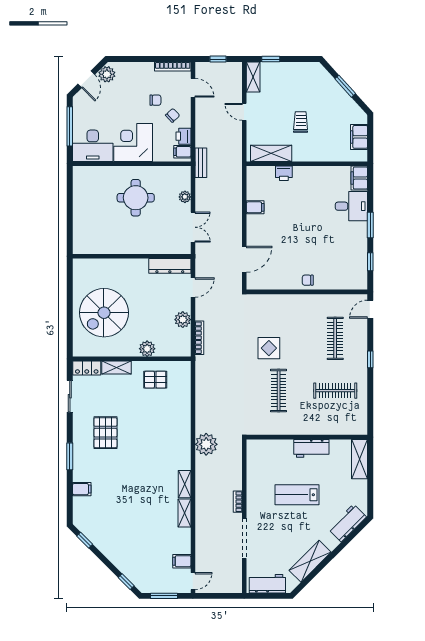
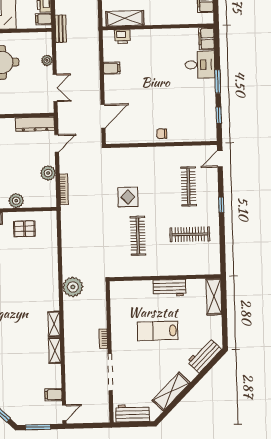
printer: (284, 173) -> (122, 37), moved

